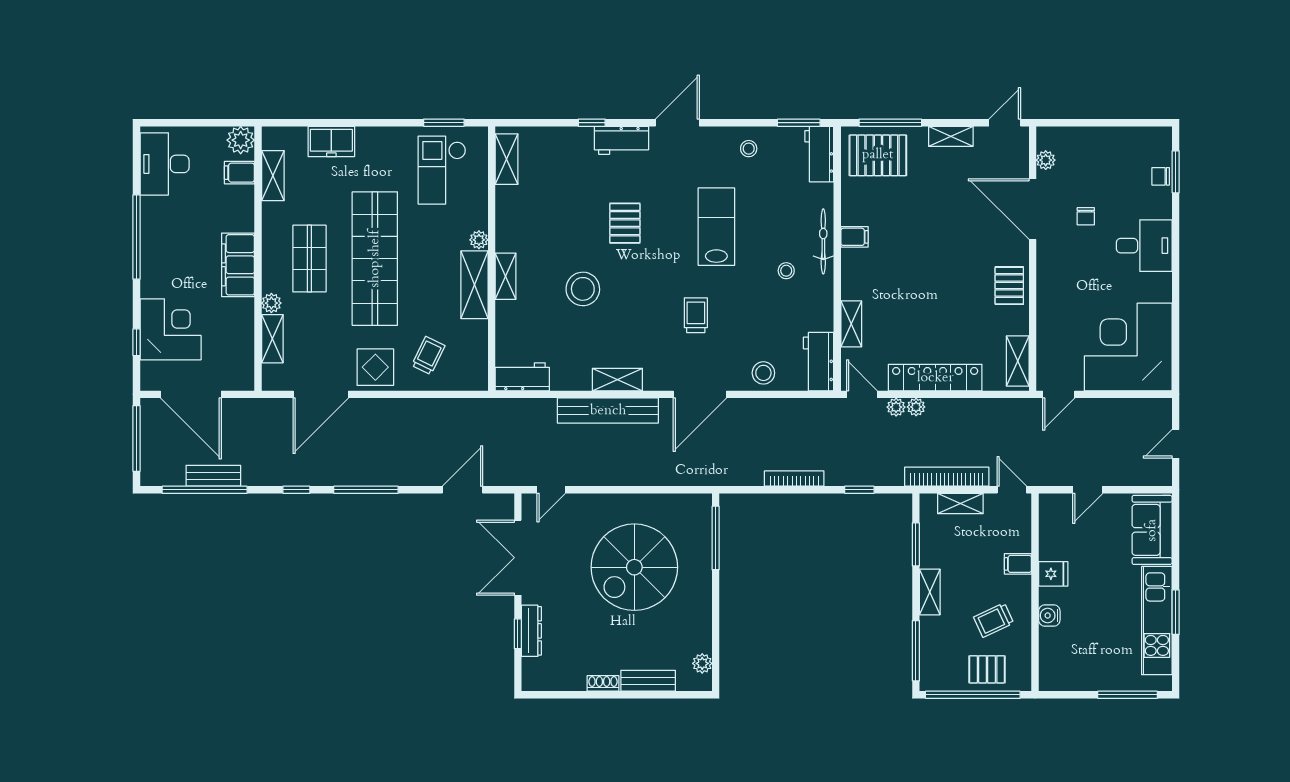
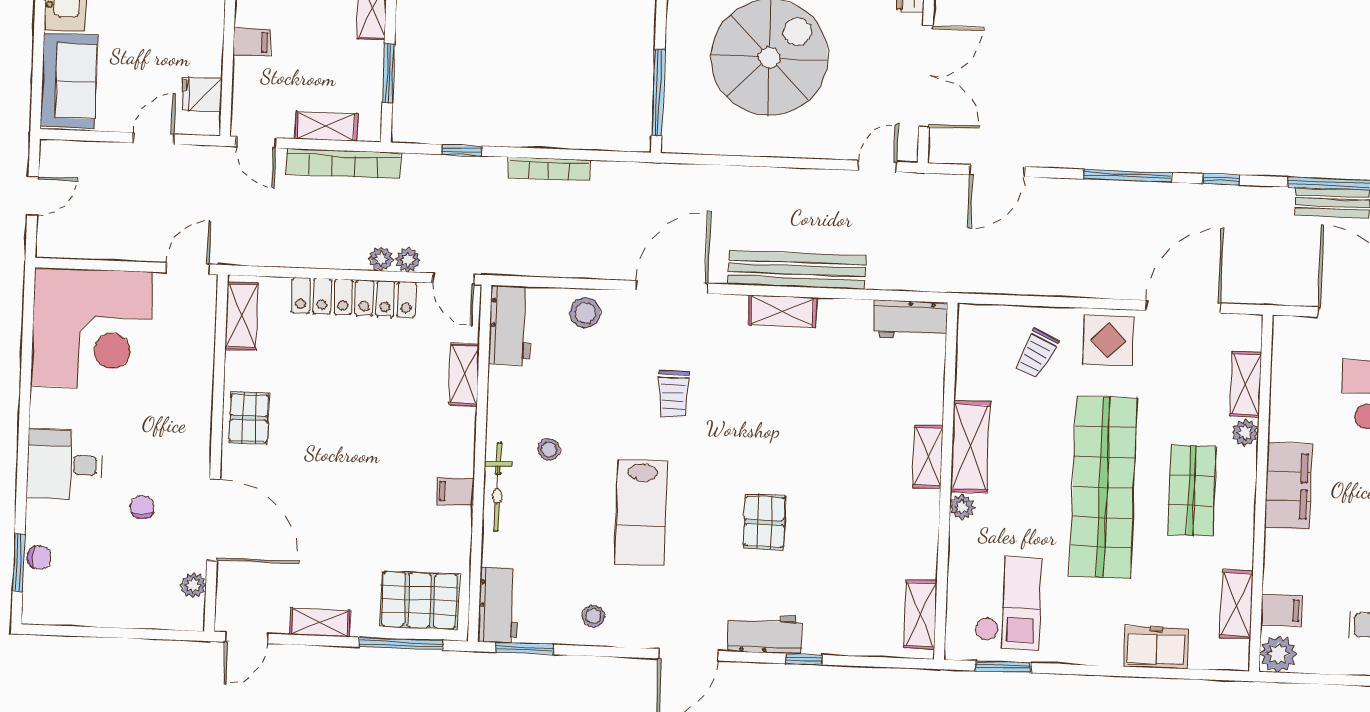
stool: (583, 289) -> (824, 435), removed
fridge: (1053, 574) -> (202, 95), moved

